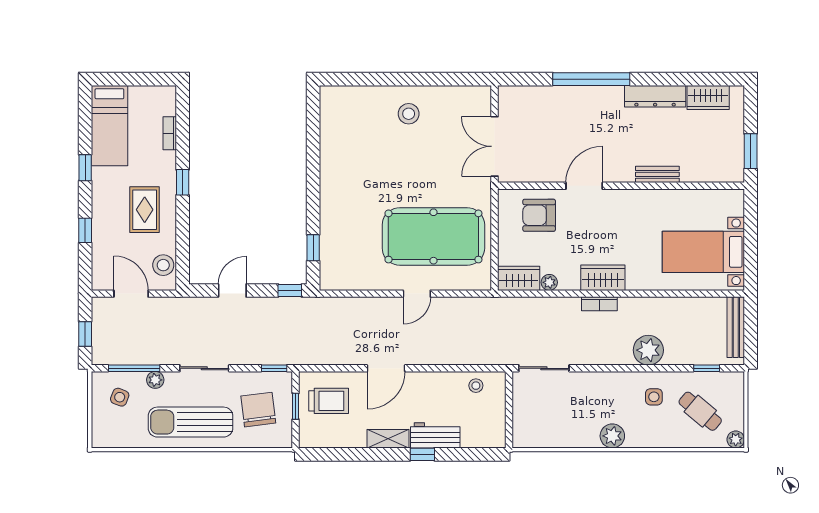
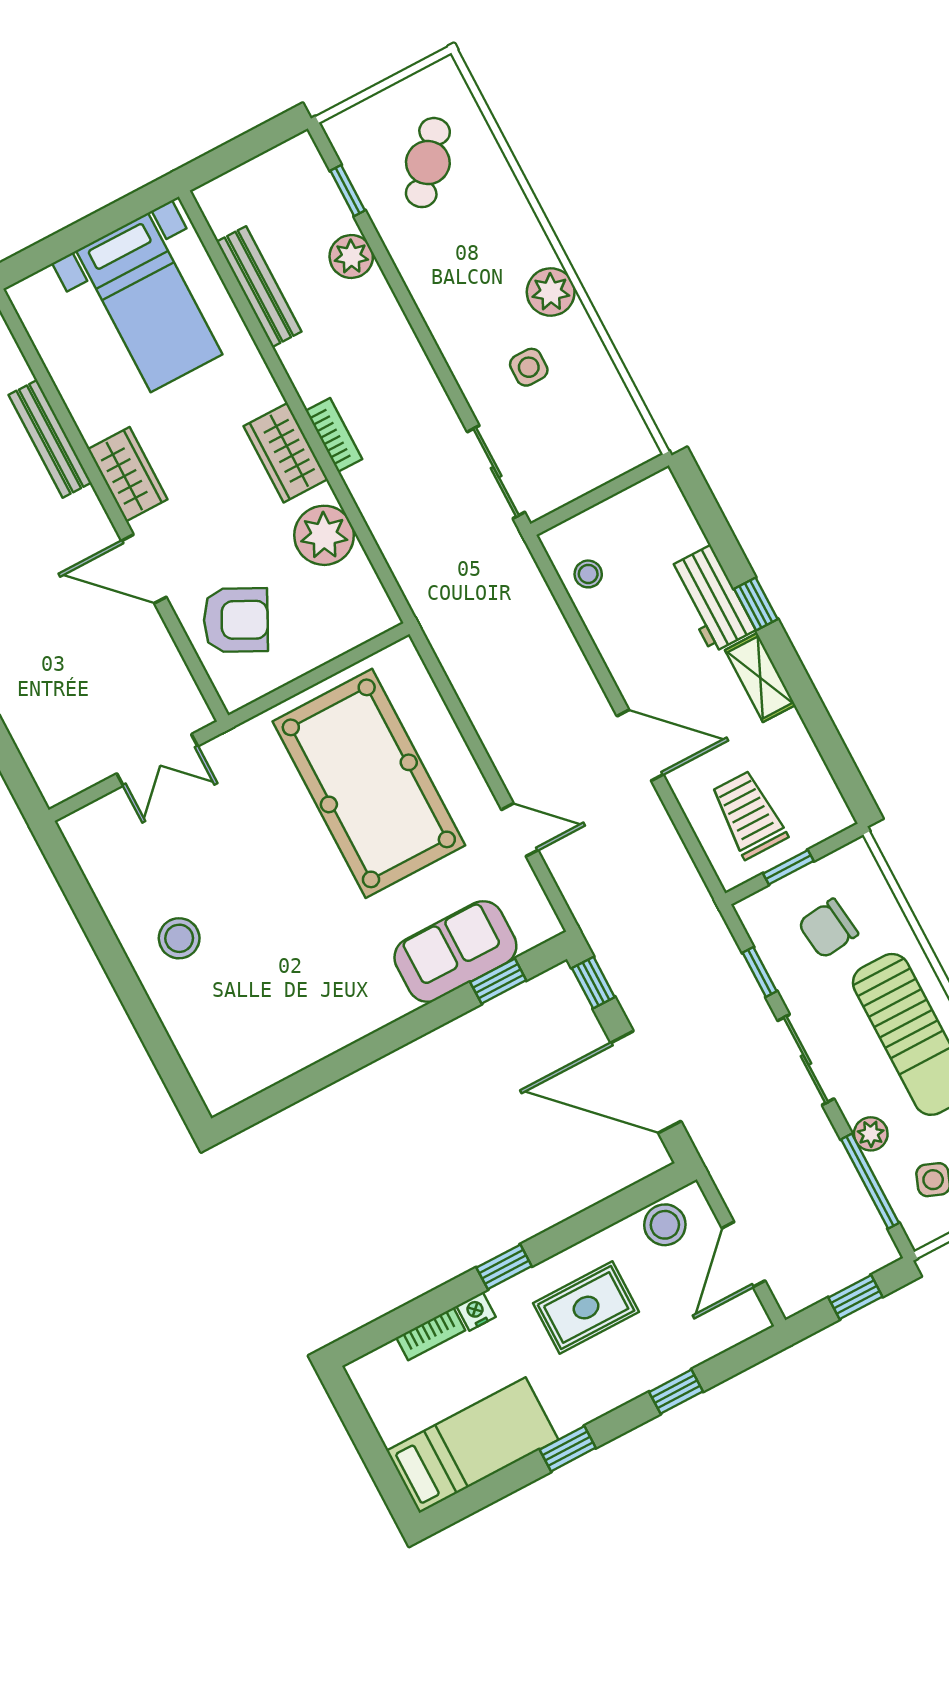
double door: (495, 146) -> (157, 760), width x0.73
nightstand: (169, 159) -> (476, 1311), added
bench: (657, 174) -> (50, 439), width x1.36
armchair: (539, 215) -> (236, 620), turned -63
sofa: (337, 236) -> (455, 951), added
wardrobe: (519, 278) -> (128, 474), moved, turned 180
plant: (549, 282) -> (324, 535), width x1.87, depth x1.87
door: (232, 291) -> (646, 1082), width x1.88
door: (417, 294) -> (520, 830), moved
bench: (736, 327) -> (259, 287), moved, turned 90
plant: (648, 350) -> (351, 257), moved, width x0.73, depth x0.73
window: (274, 368) -> (760, 972), moved
side table: (654, 397) -> (529, 367), moved
chair: (258, 410) -> (828, 929), width x0.73, depth x0.73
plant: (736, 439) -> (444, 75), removed

